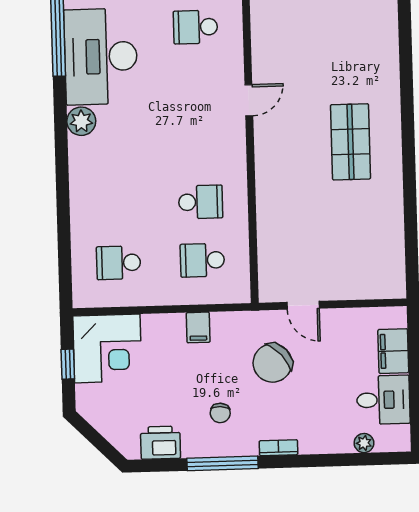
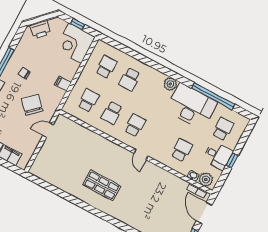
school desk: (199, 144) -> (135, 125), added
school desk: (117, 204) -> (130, 79), added
printer: (160, 443) -> (40, 30), moved, turned 45

